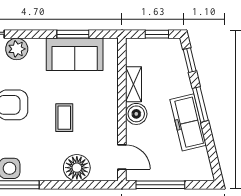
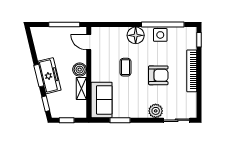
sofa: (75, 54) -> (102, 100), moved, turned 90
freezer: (188, 122) -> (49, 76), moved
floor lamp: (77, 168) -> (136, 35), moved

